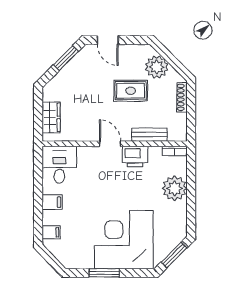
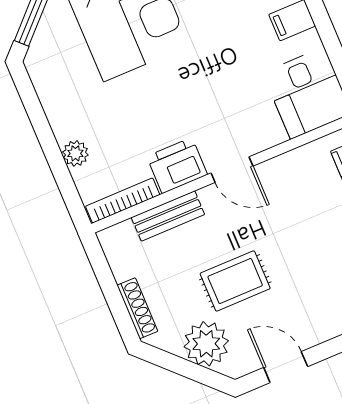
door: (108, 40) -> (286, 367), moved
bookcase: (174, 151) -> (123, 201), width x1.56
plant: (175, 188) -> (75, 153), width x0.53, depth x0.53

